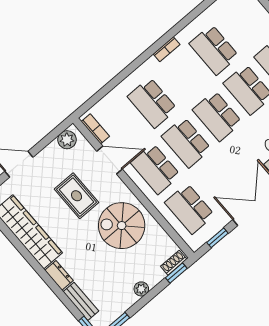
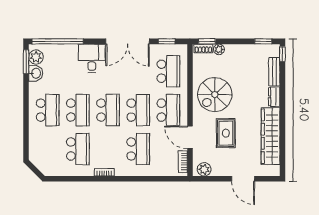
spiral stairs: (122, 226) -> (215, 95), turned 90
plant: (141, 289) -> (219, 49), moved

